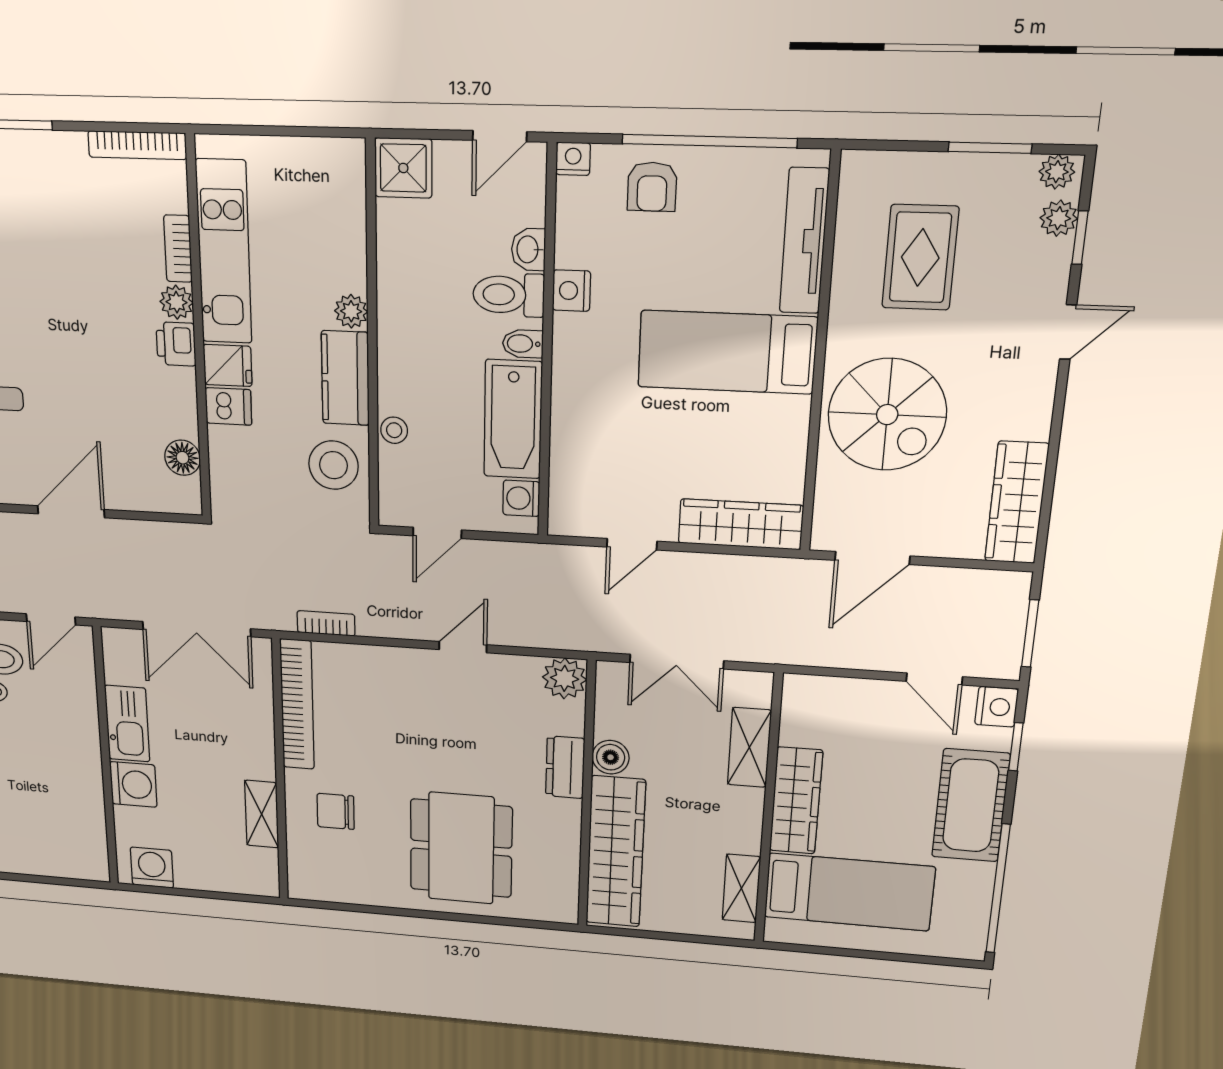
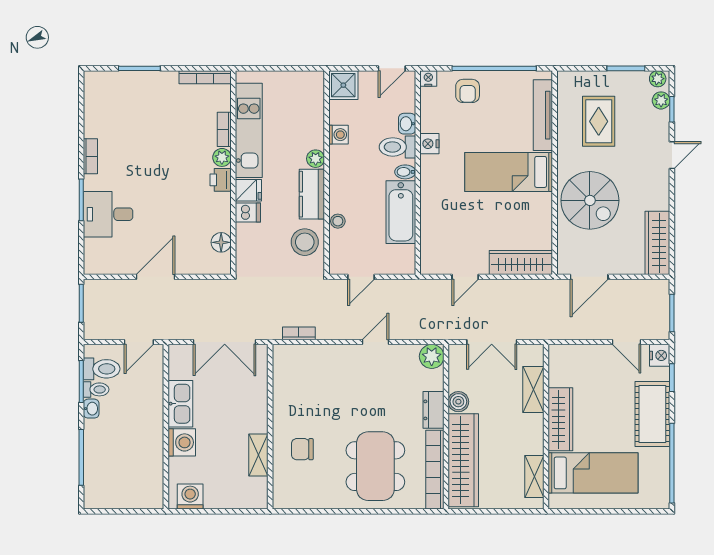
washing machine: (521, 498) -> (338, 135), moved, turned 180
bookcase: (297, 705) -> (435, 470), moved, turned 180

